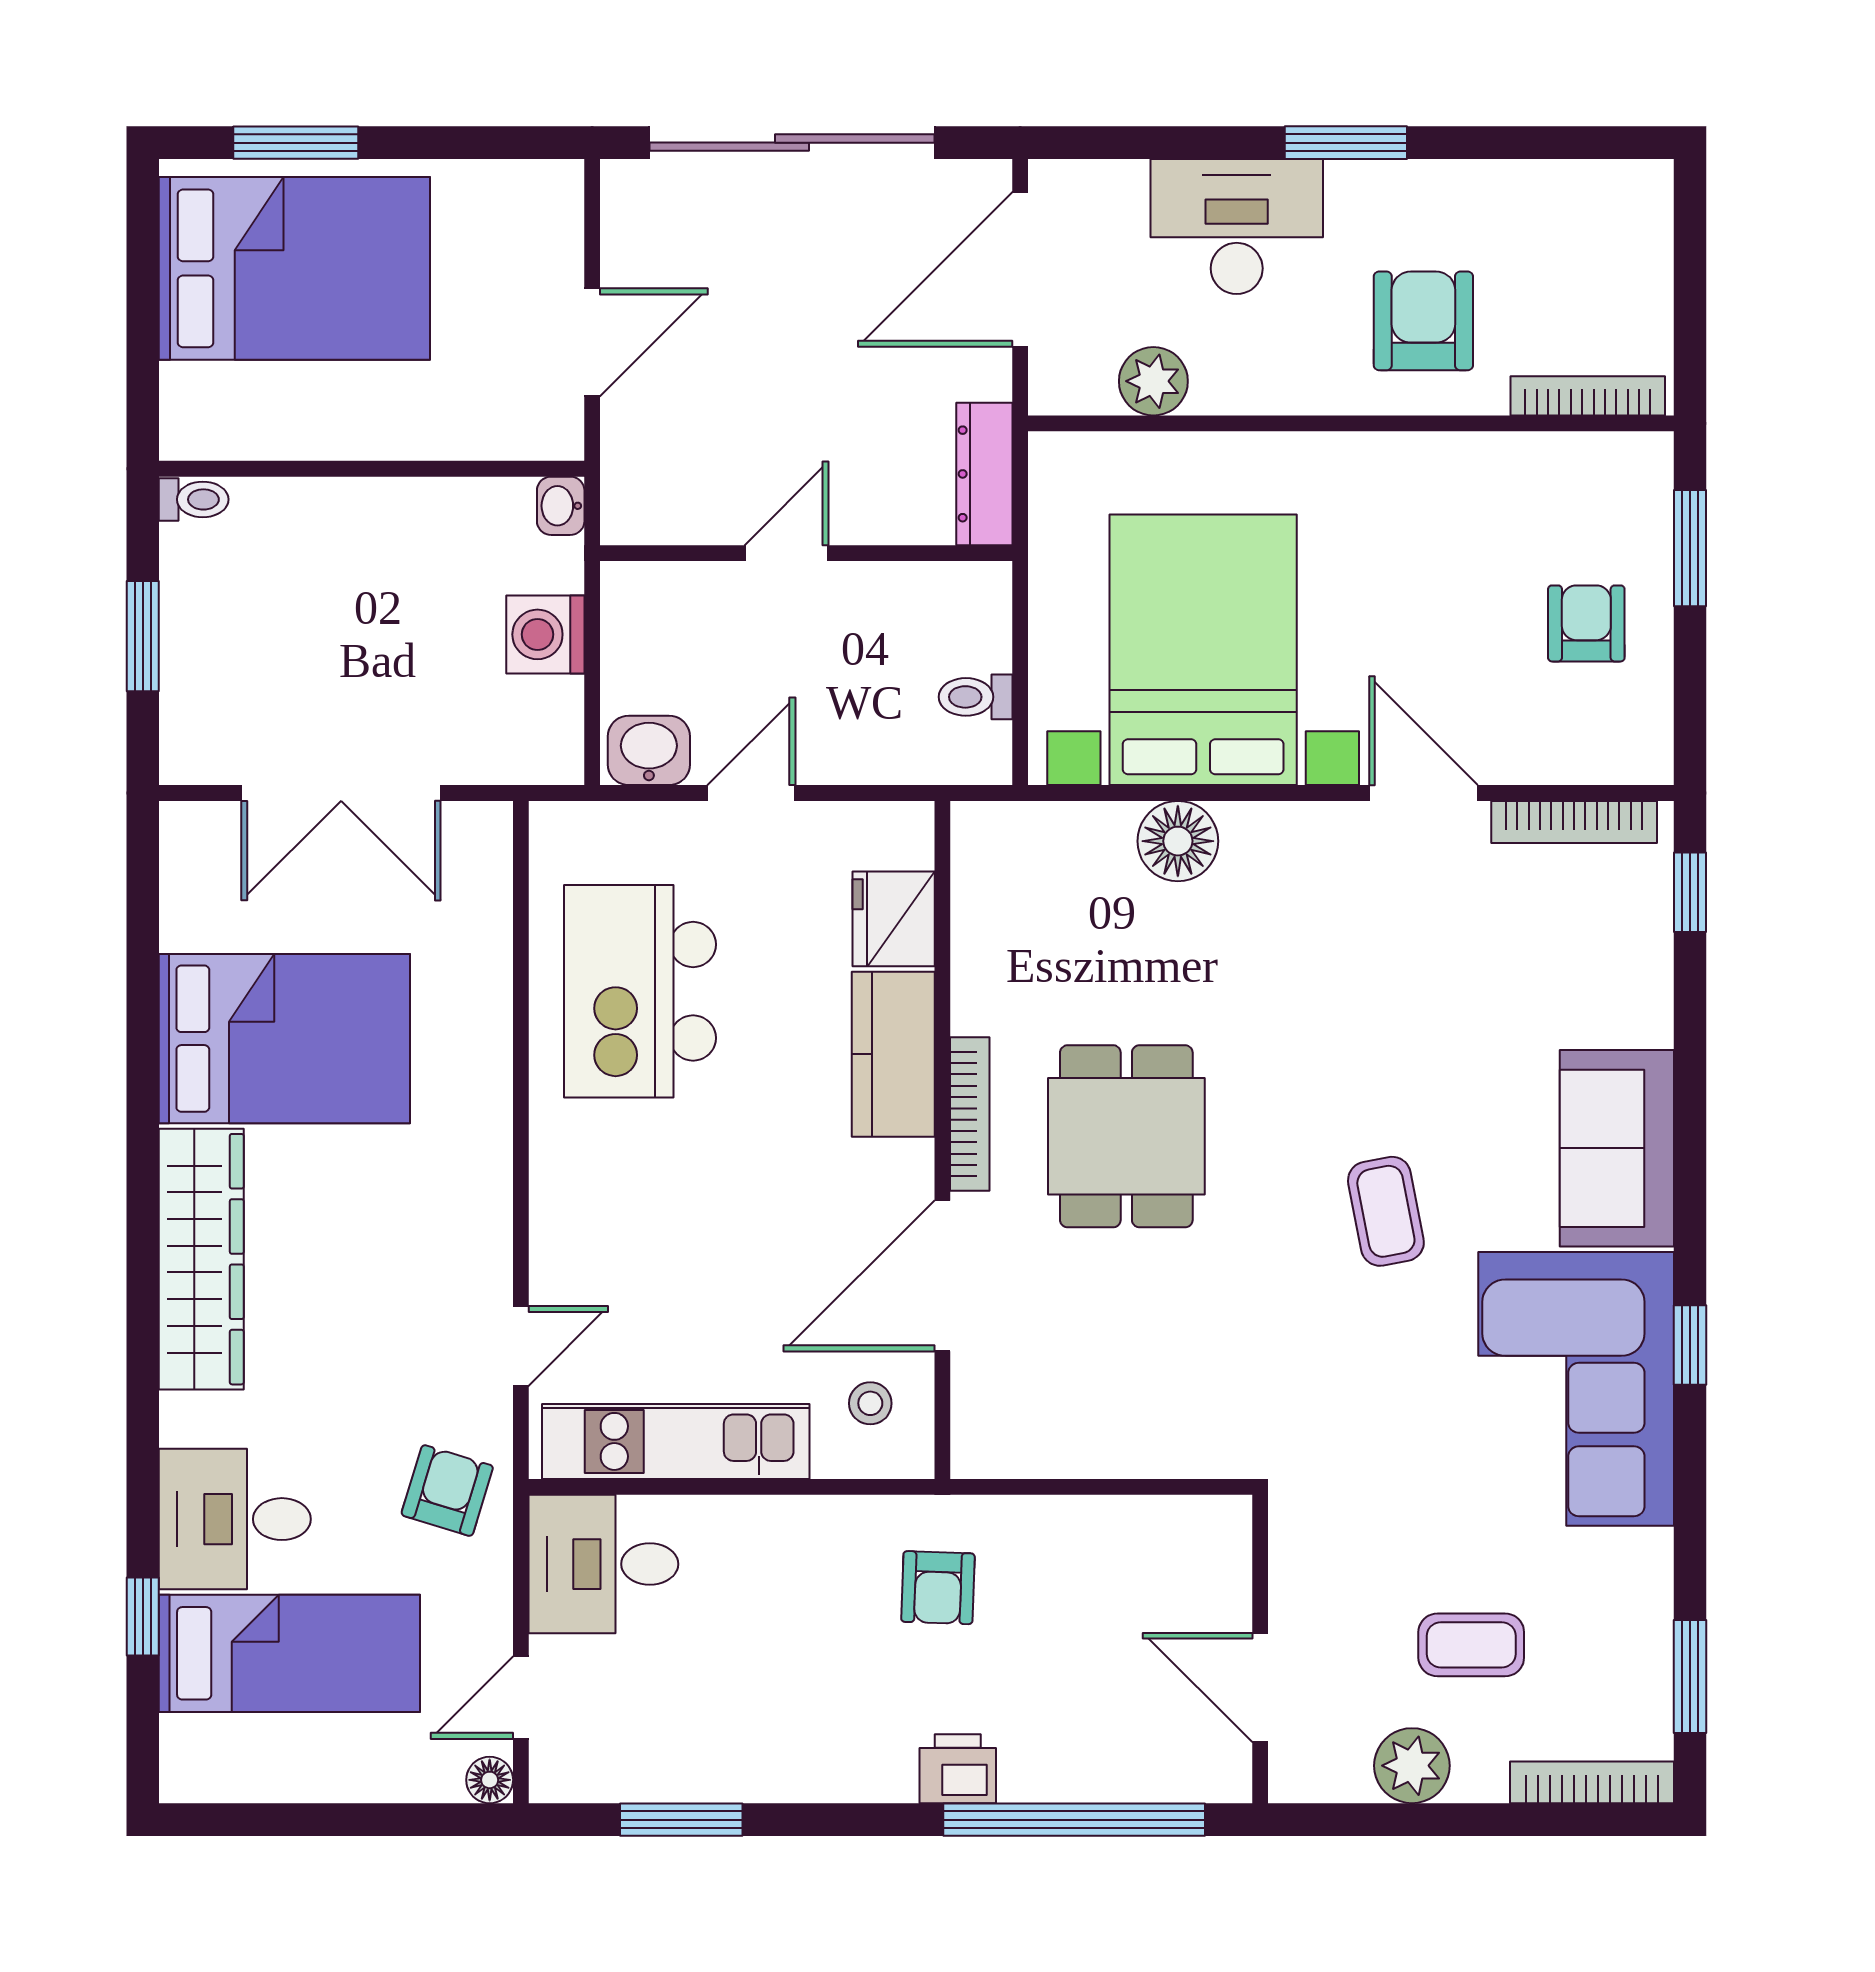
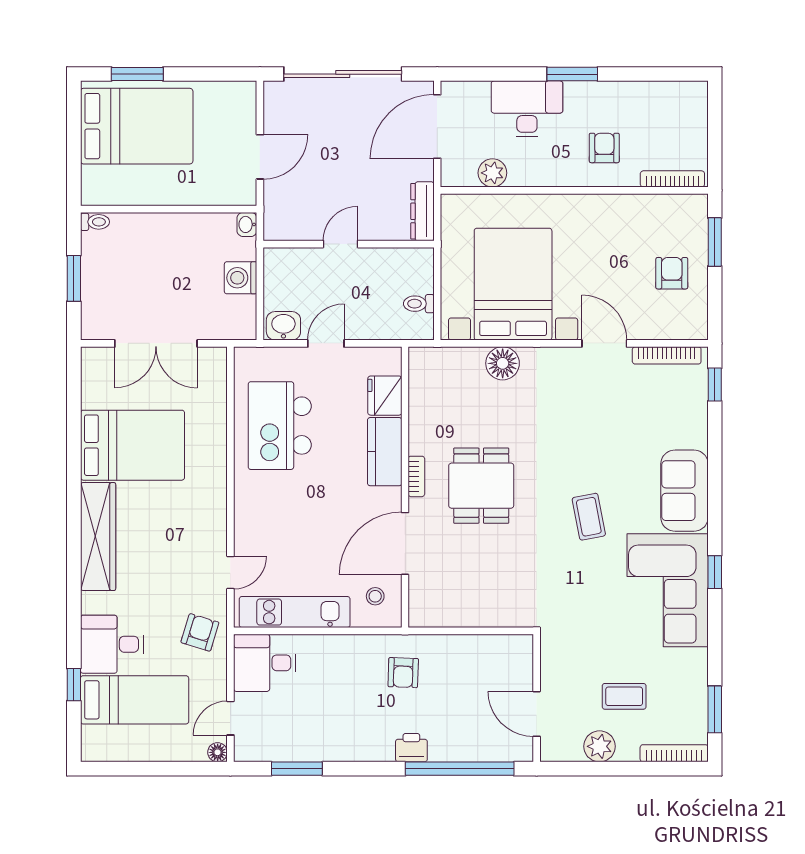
armchair: (1423, 321) -> (604, 148), width x0.72, depth x0.72
bookcase: (970, 1114) -> (416, 476), width x0.64

